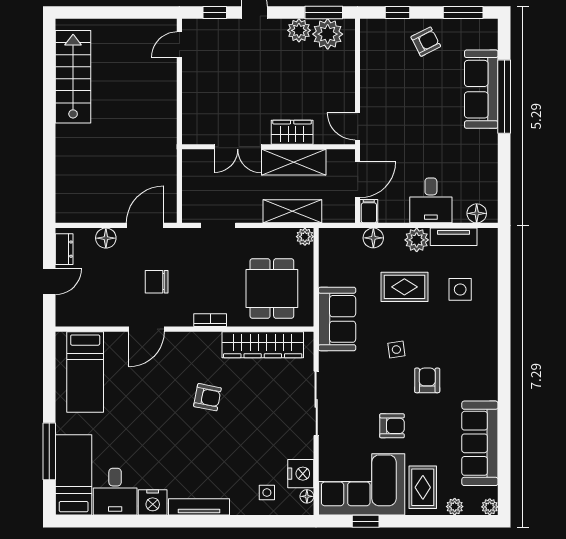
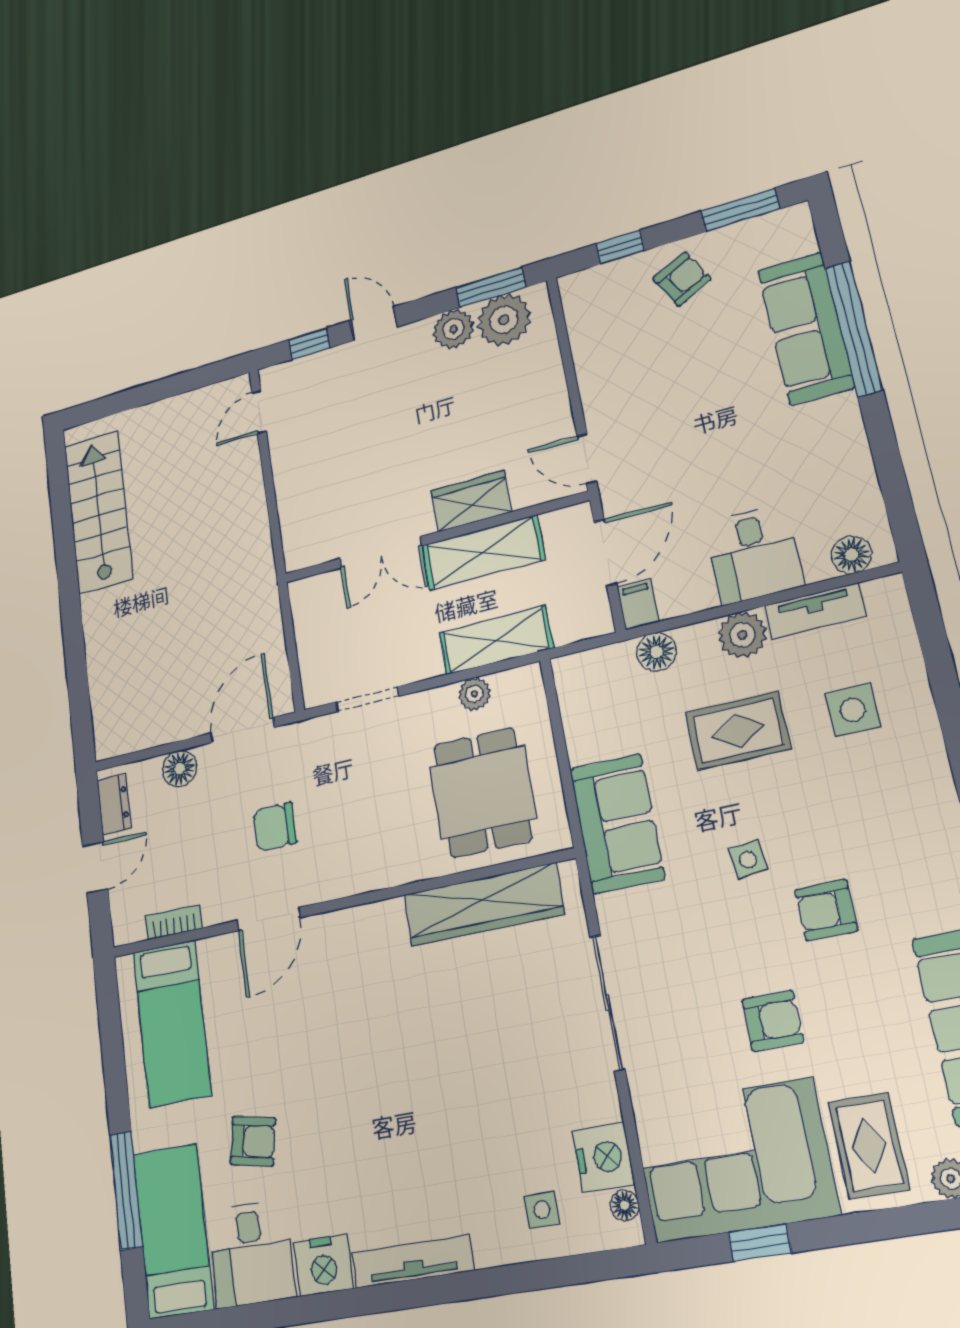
plant: (305, 237) -> (474, 694), moved
bookcase: (210, 320) -> (174, 922), moved
armchair: (427, 380) -> (826, 910), turned -90
armchair: (207, 397) -> (253, 1141), moved

